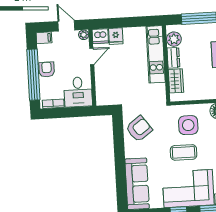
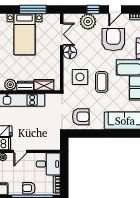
door: (92, 56) -> (20, 151), swing flipped
armchair: (139, 129) -> (81, 117), turned 126

